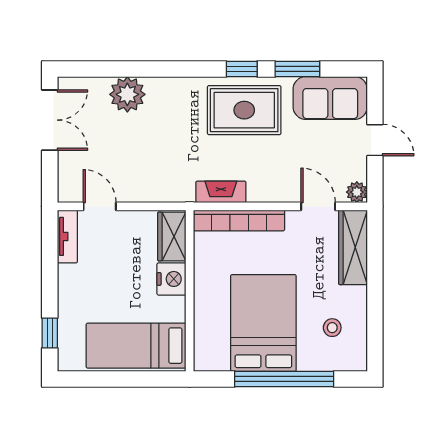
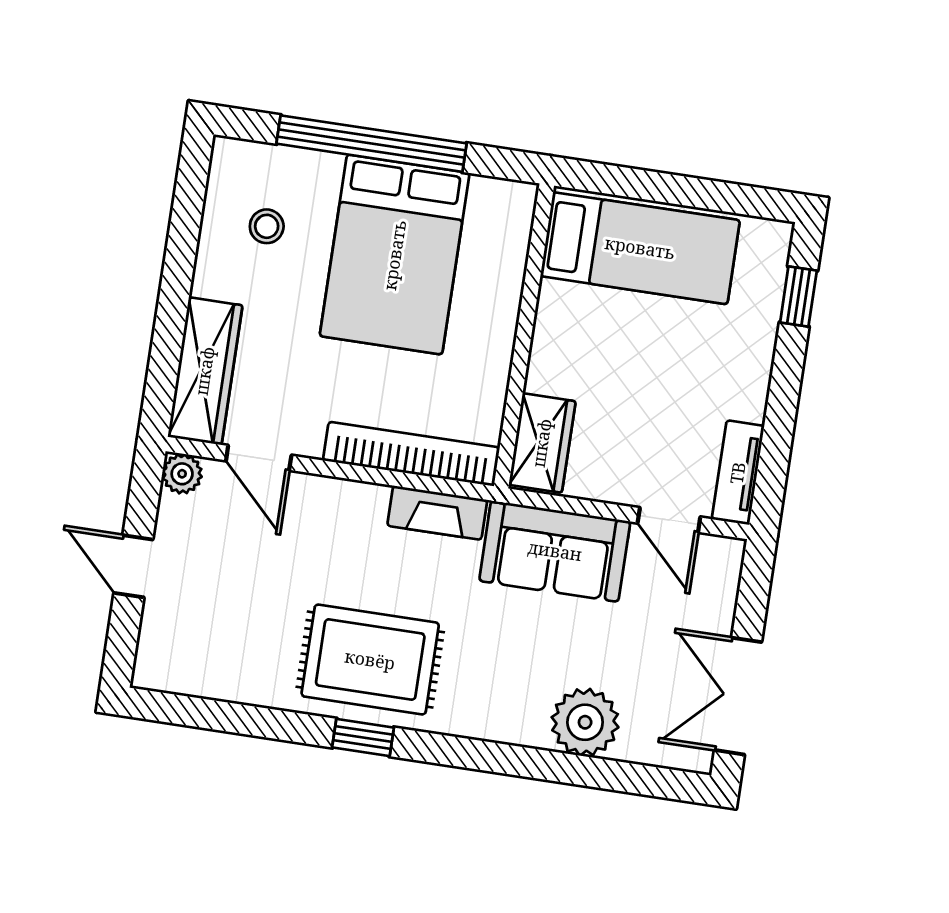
window: (297, 69) -> (259, 722), removed
sofa: (330, 98) -> (555, 551), moved, turned 180
nightstand: (171, 279) -> (555, 363), removed

